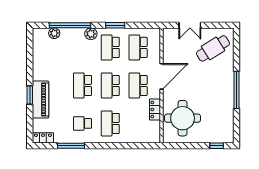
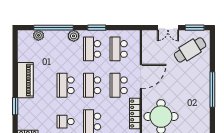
window: (218, 25) -> (195, 28), added
window: (30, 95) -> (15, 106), moved
piano: (41, 100) -> (25, 80), moved
locker: (155, 109) -> (135, 114), width x1.53

